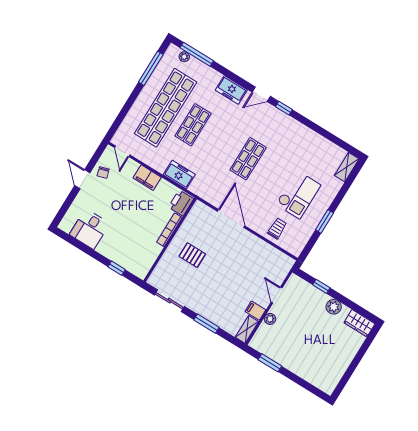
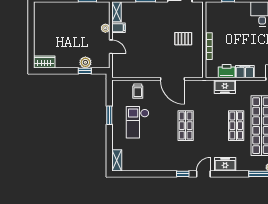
printer: (181, 203) -> (227, 71), moved, turned -90
plant: (334, 307) -> (85, 62), moved

